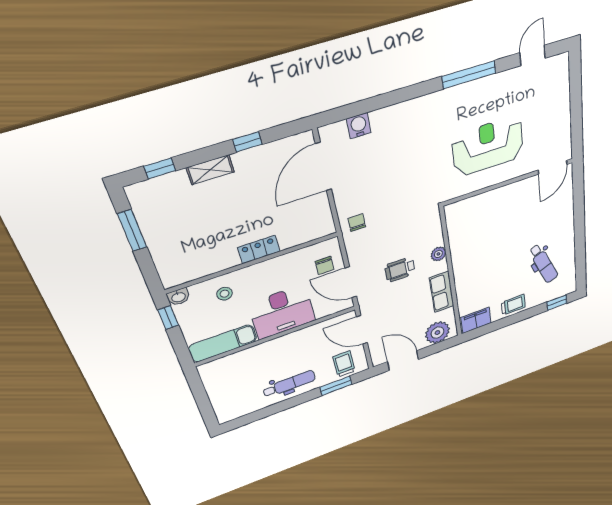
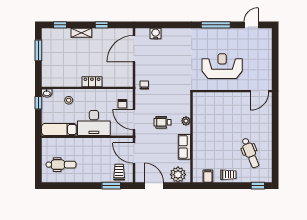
filing cabinet: (476, 320) -> (208, 176), width x0.50
dental chair: (289, 384) -> (61, 165), moved

